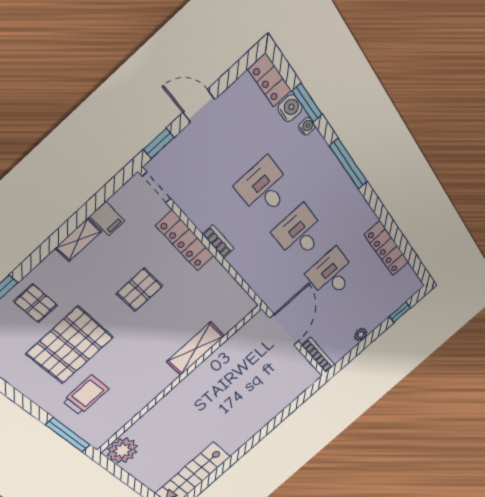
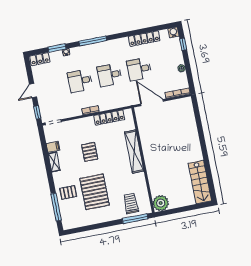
water cooler: (290, 108) -> (173, 32), moved
locker: (185, 241) -> (109, 118), moved
shelving: (196, 349) -> (134, 152), width x1.47
trolley: (86, 395) -> (131, 203), moved

